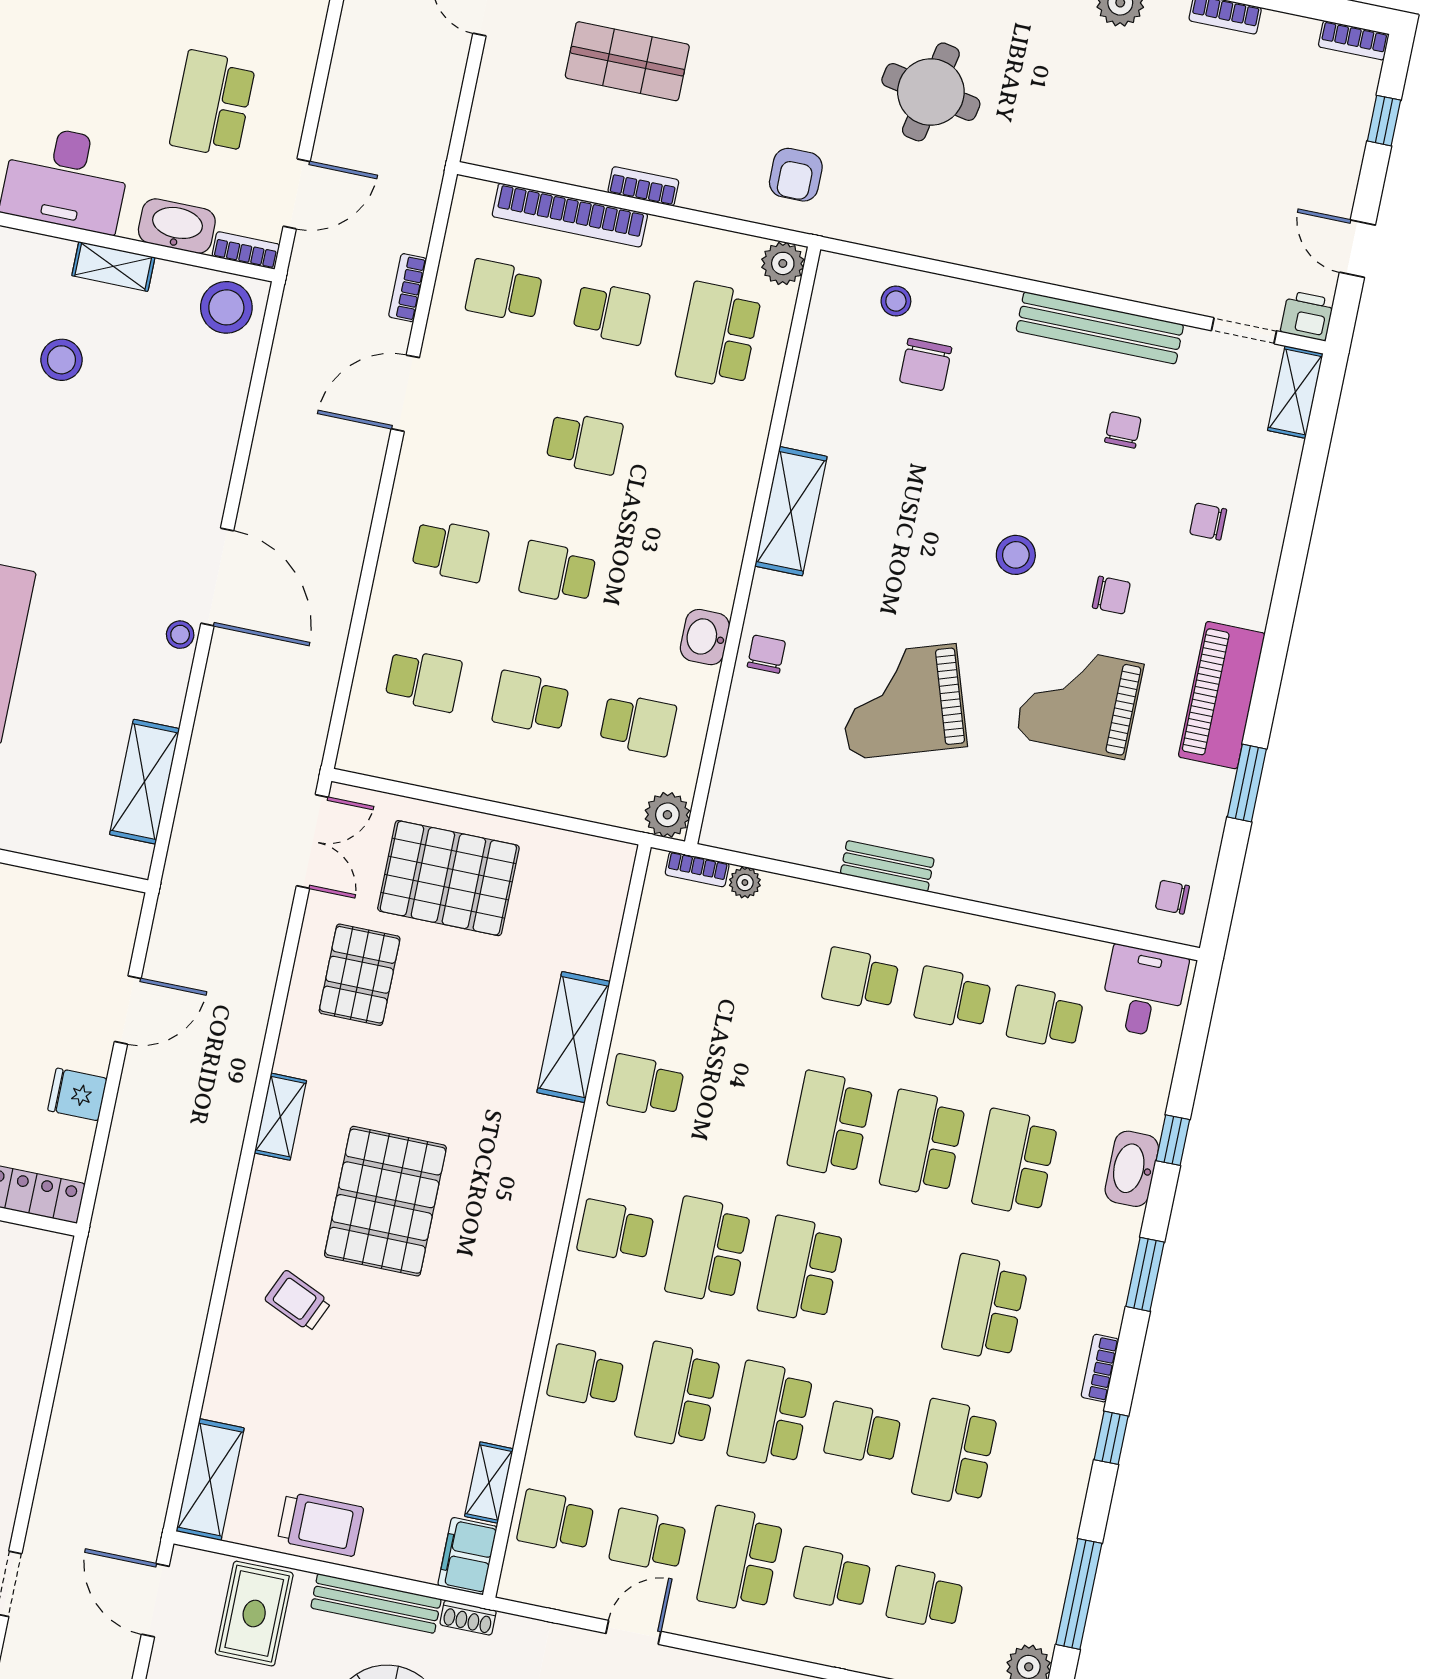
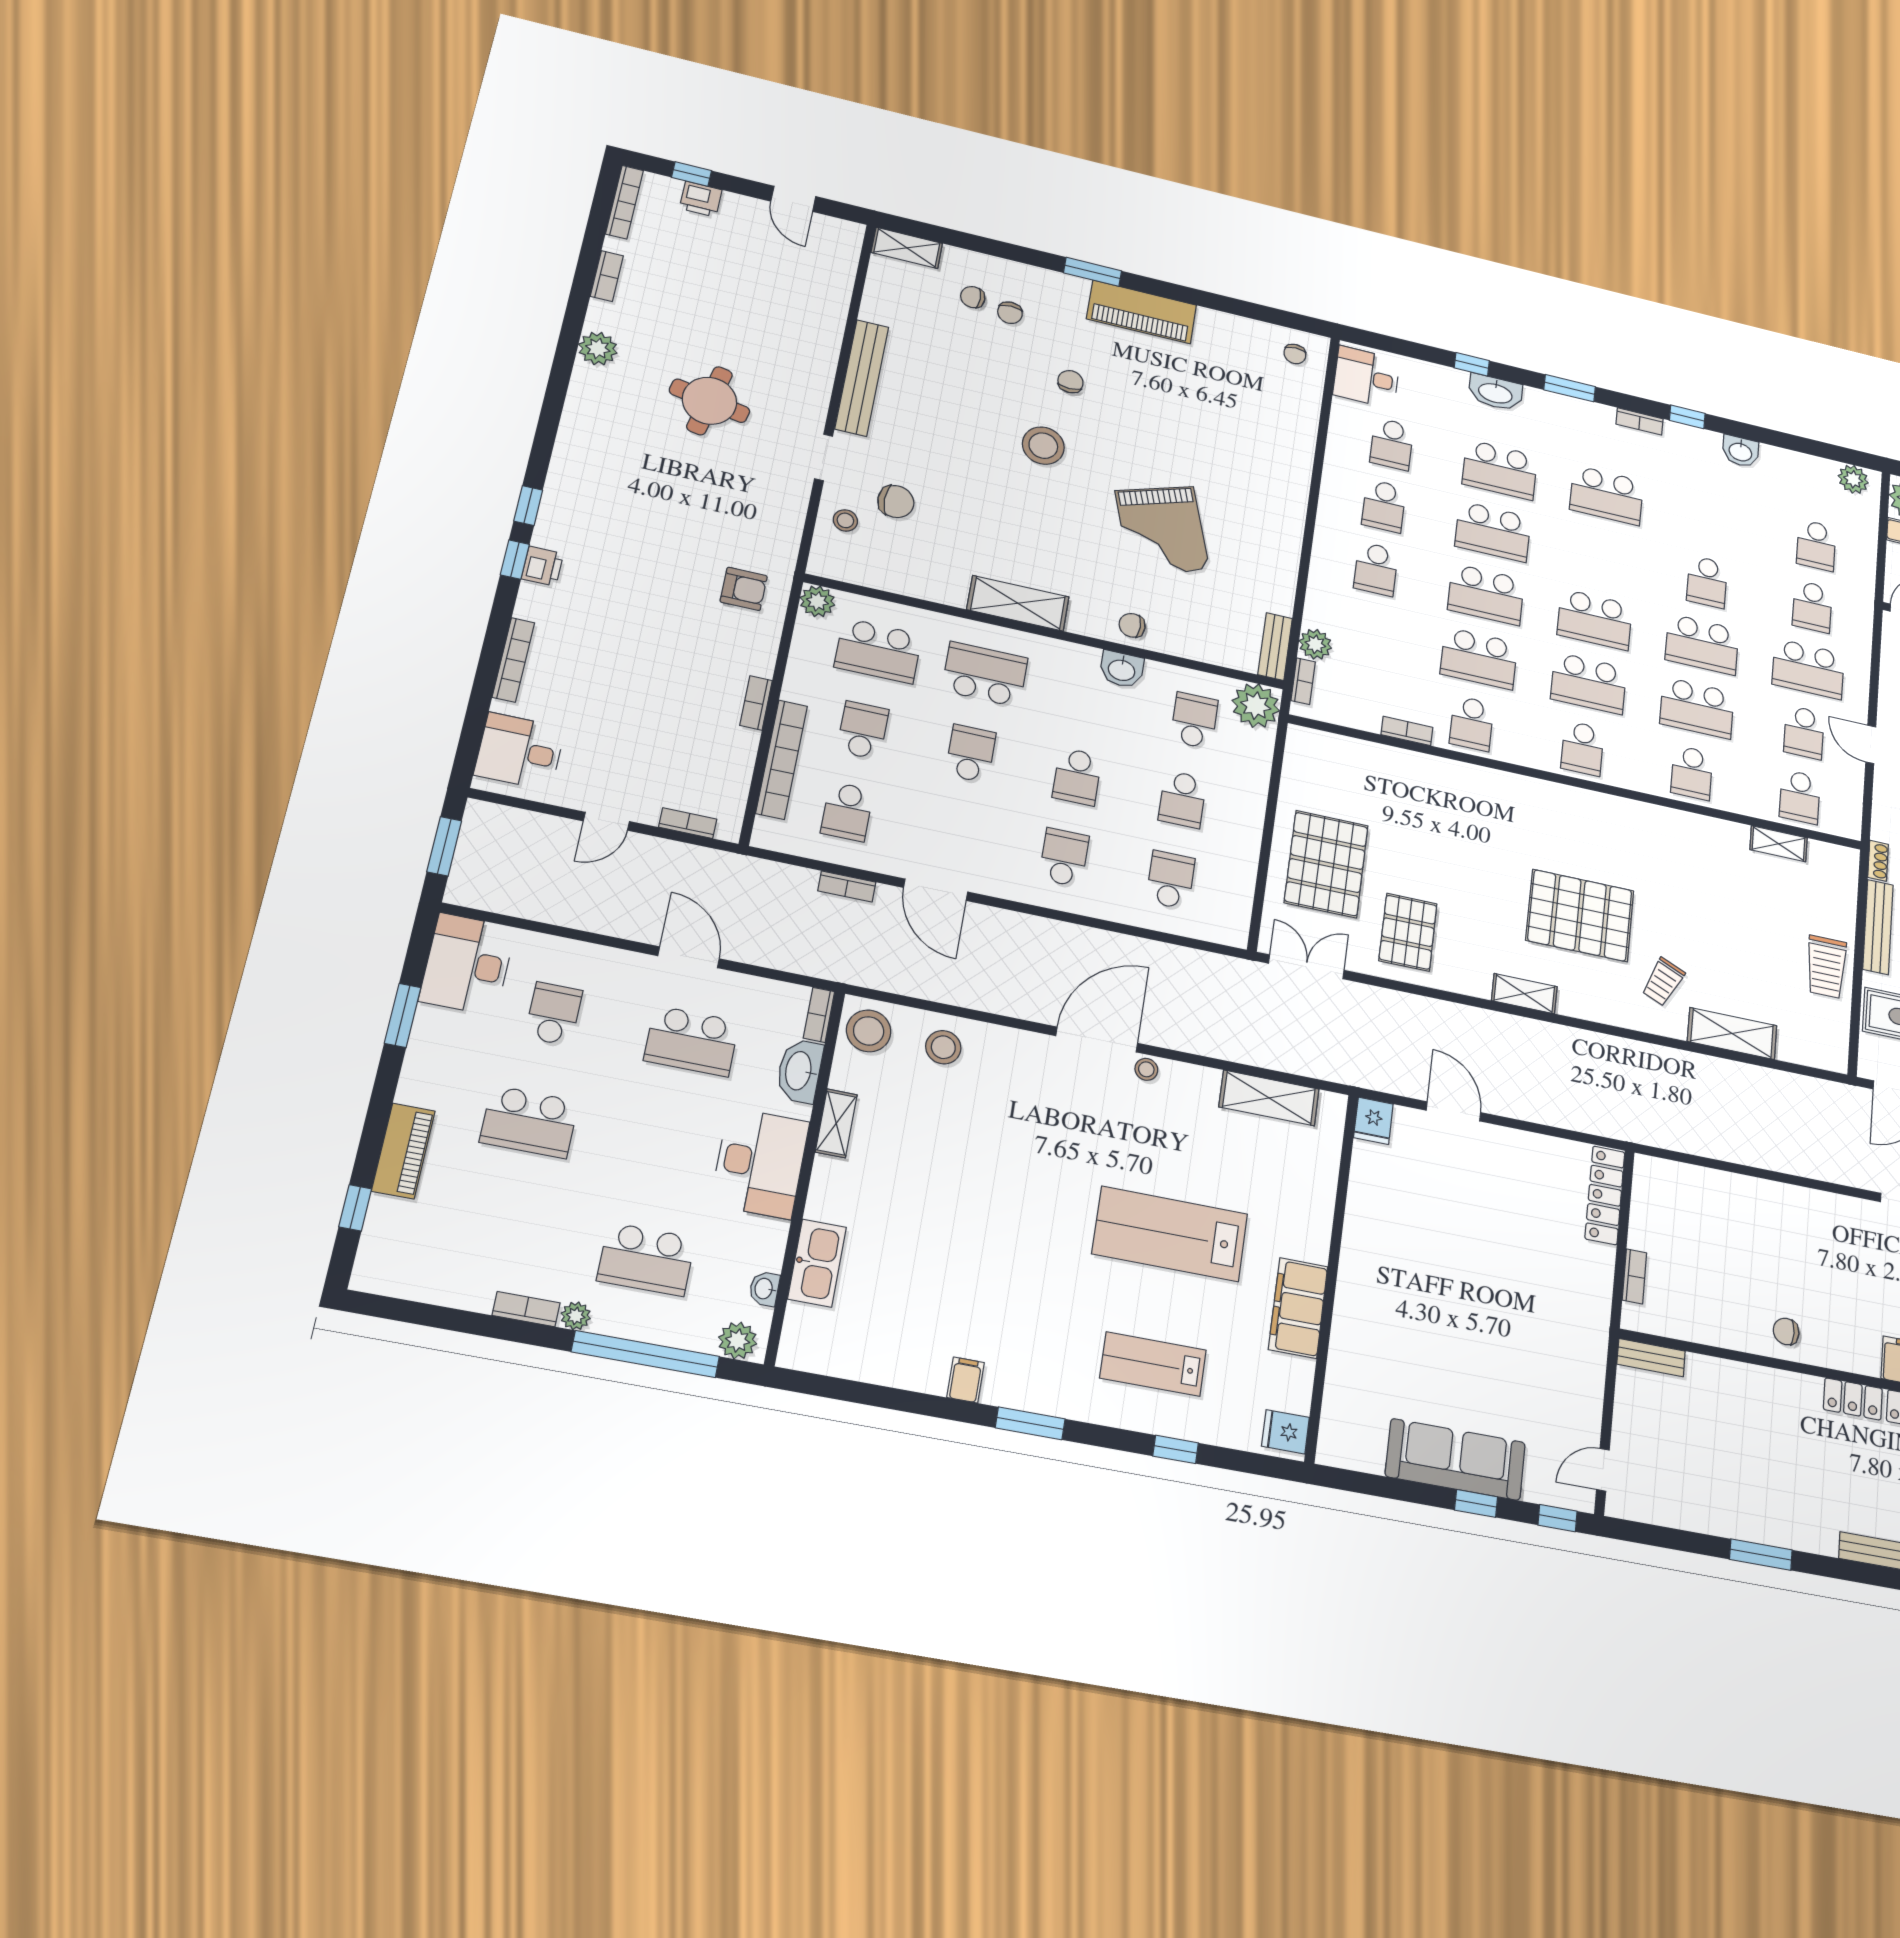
bookcase: (1354, 40) -> (625, 202), width x1.56
shop shelf: (627, 61) -> (650, 712), removed
round table: (931, 92) -> (709, 401), moved
bookcase: (485, 103) -> (688, 823), added
door: (297, 194) -> (689, 957), moved
door: (1357, 249) -> (793, 199), hinge flipped
printer: (1307, 316) -> (701, 199), moved, turned -90
doorway: (1244, 331) -> (824, 457), moved
stool: (62, 360) -> (943, 1047), moved
chair: (1123, 430) -> (973, 297), moved
school desk: (692, 465) -> (985, 674), added
stool: (1016, 555) -> (1043, 446), width x1.38, depth x1.38
grand piano: (1079, 701) -> (1153, 408), removed
window: (1247, 783) -> (1093, 272), moved
plant: (667, 815) -> (1256, 706), width x1.36, depth x1.36
bench: (887, 866) -> (1275, 647), moved
plant: (745, 883) -> (1315, 644), width x1.38, depth x1.38
pallet: (360, 975) -> (1408, 932), turned 90
bookcase: (633, 999) -> (1407, 731), added
shelving: (573, 1037) -> (1440, 774), removed
fridge: (77, 1094) -> (1373, 1121), moved
school desk: (955, 1453) -> (1479, 658), moved
shelving: (210, 1480) -> (1732, 1033), moved
washbasin: (1063, 1508) -> (1740, 451), added
trolley: (321, 1524) -> (1826, 967), turned 180
filing cabinet: (467, 1556) -> (1834, 860), removed
window: (1079, 1594) -> (1798, 444), removed

